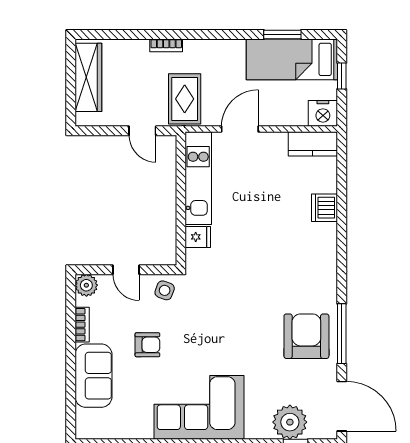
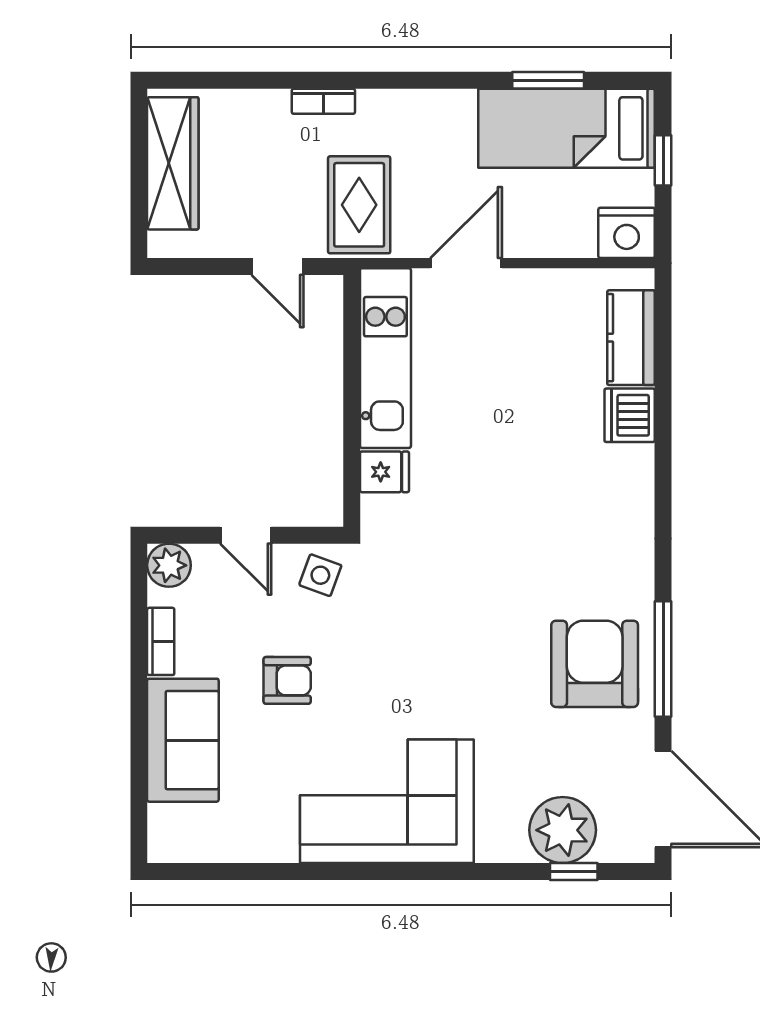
kitchen counter: (313, 144) -> (631, 338), moved, turned 90

